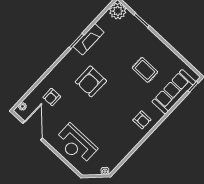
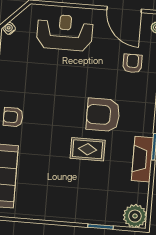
rug: (145, 70) -> (88, 149), moved
armchair: (91, 81) -> (103, 115), turned -90

